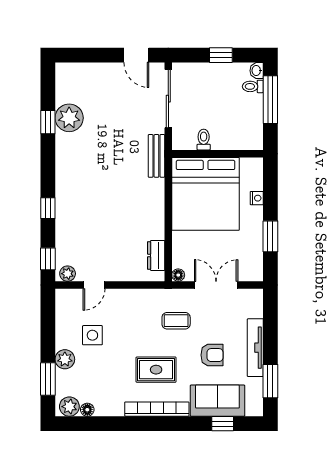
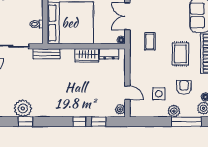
wardrobe: (154, 220) -> (87, 55), added
window: (48, 259) -> (99, 122), moved
armchair: (212, 355) -> (184, 87), moved
window: (48, 379) -> (186, 122), width x1.44

